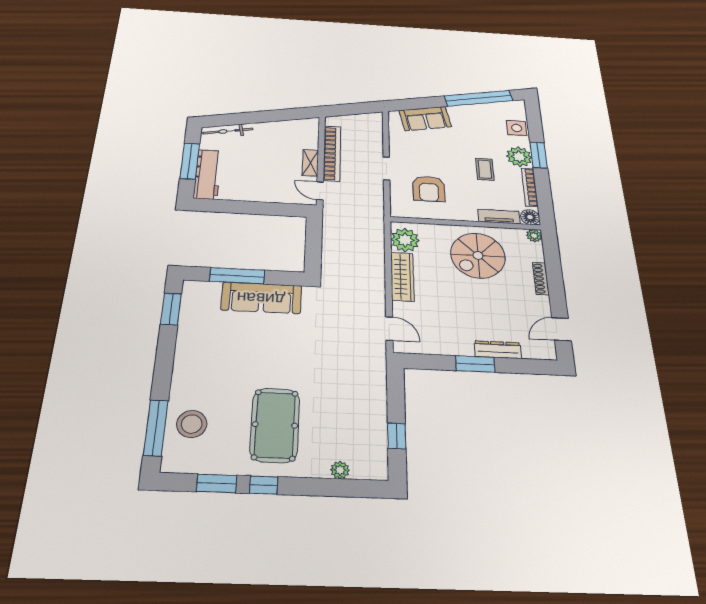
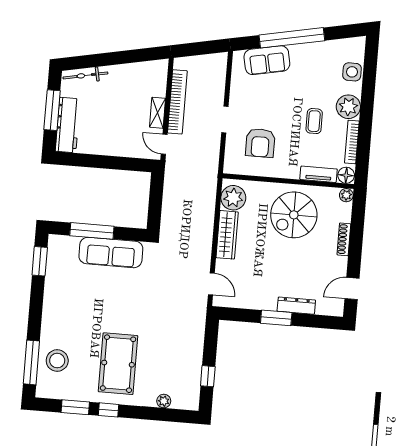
window: (479, 98) -> (292, 38), moved
window: (539, 155) -> (367, 105), removed

